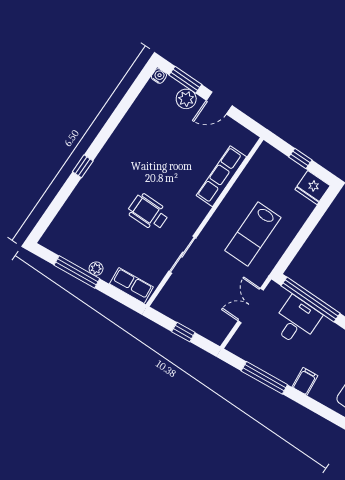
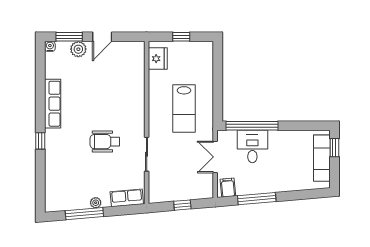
row of seats: (221, 176) -> (53, 104), moved, turned 180
fridge: (313, 188) -> (158, 59), moved, turned -90
filing cabinet: (305, 381) -> (228, 188), moved

